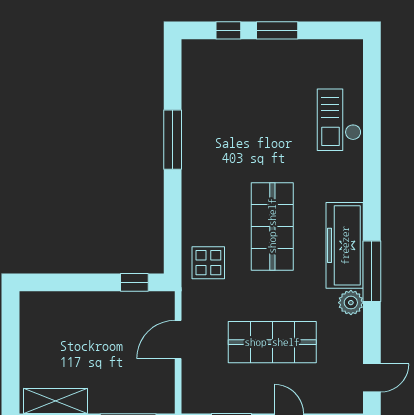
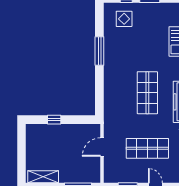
display table: (208, 263) -> (124, 19), moved
window: (134, 282) -> (54, 120), moved

